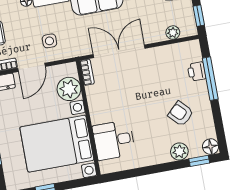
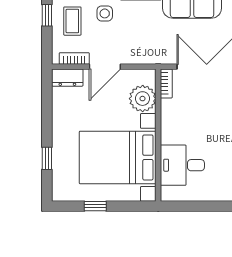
side table: (49, 41) -> (105, 13), moved

